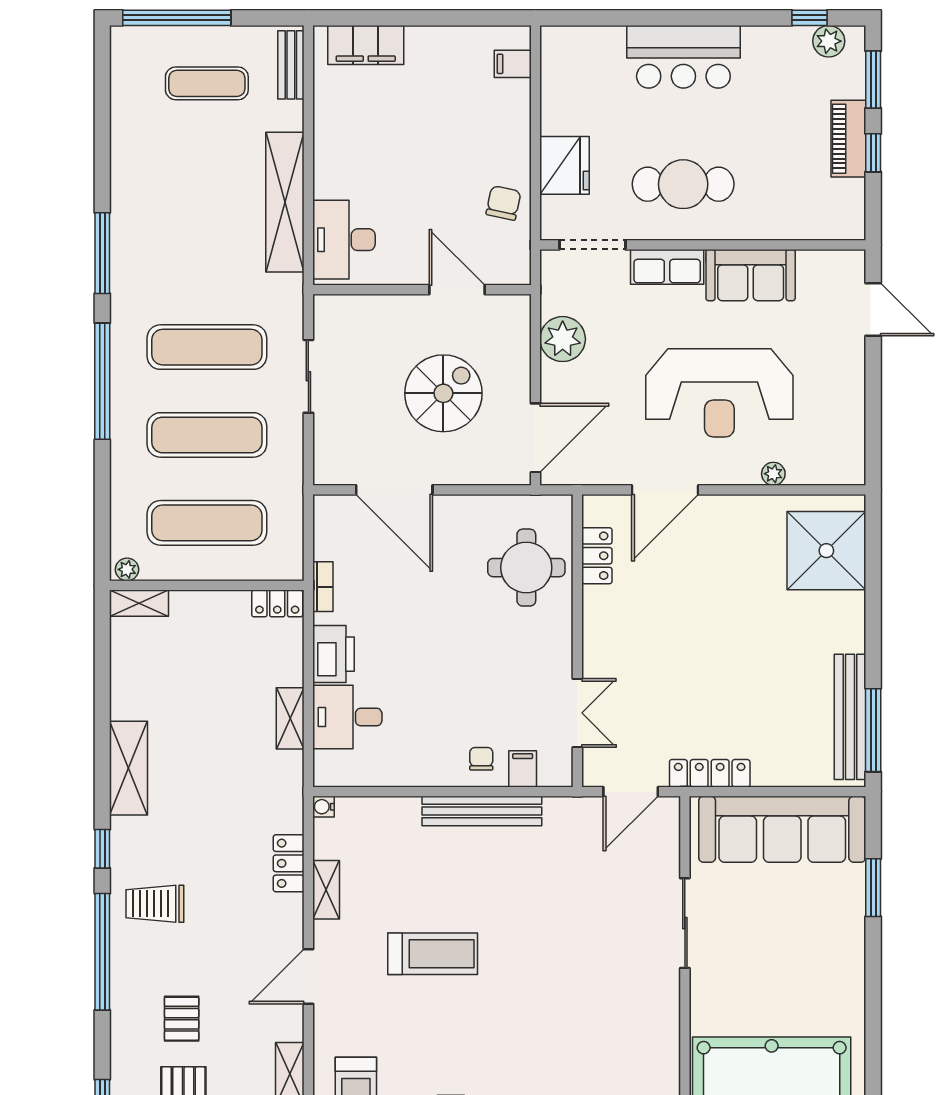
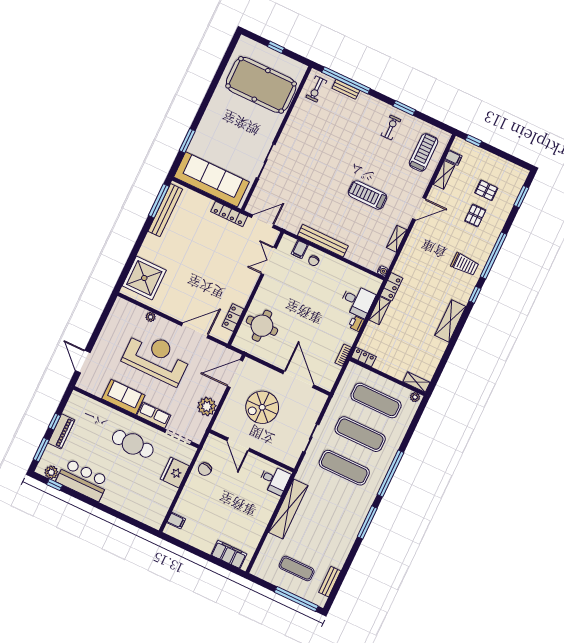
bar counter: (683, 57) -> (83, 480), moved
bench: (291, 65) -> (330, 582), moved
desk: (344, 240) -> (274, 480), width x0.73
printer: (334, 654) -> (356, 324), width x0.53, depth x0.68
locker: (289, 863) -> (391, 287), moved

